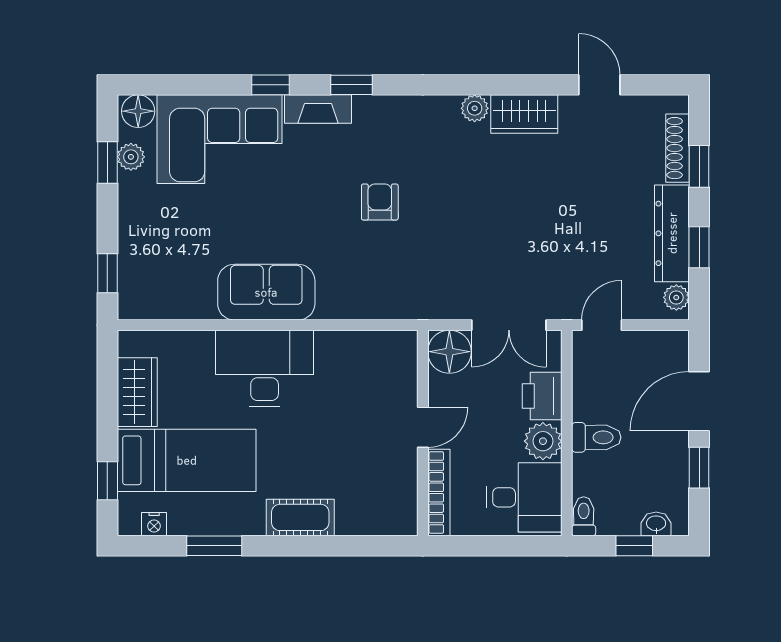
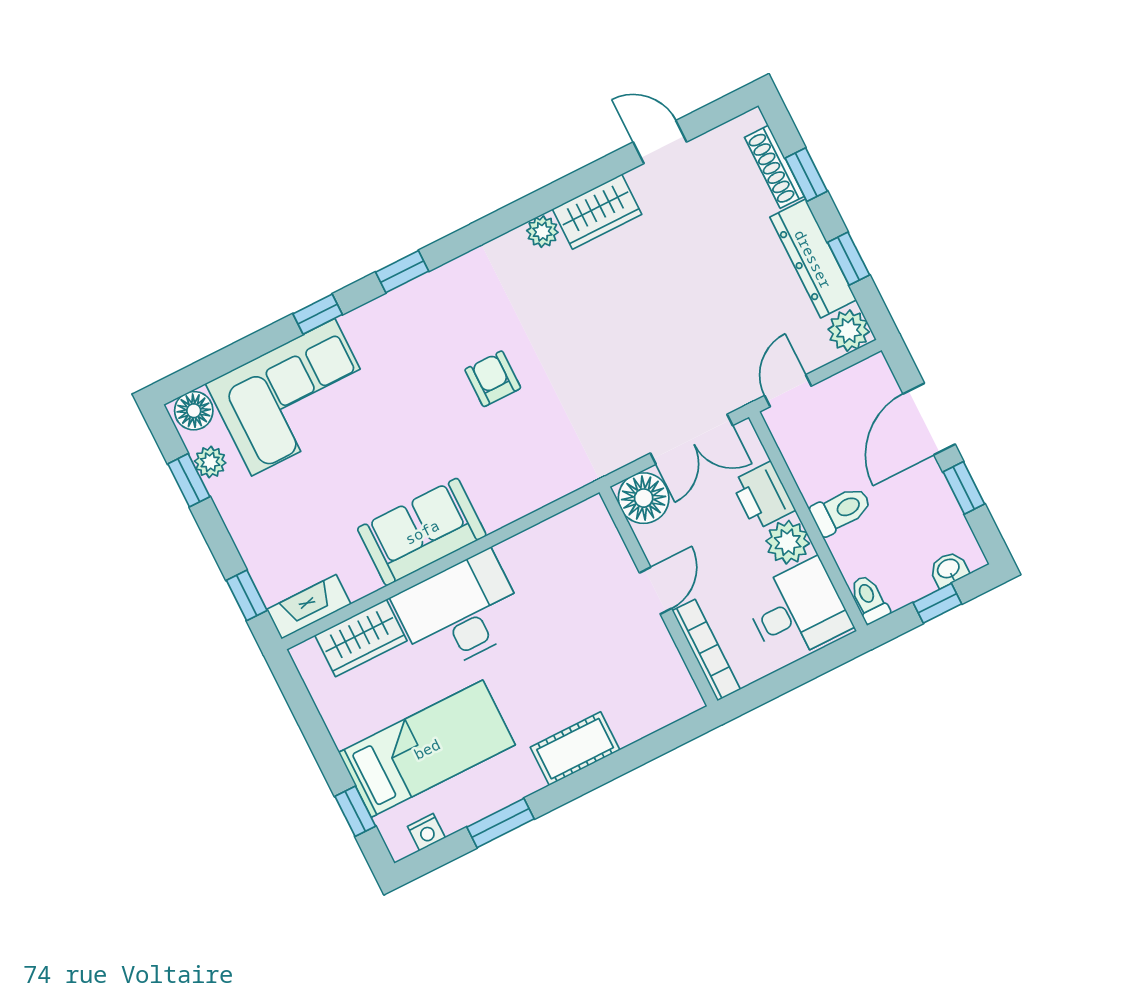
fireplace: (318, 109) -> (309, 607), moved, turned 180
plant: (676, 297) -> (849, 331), width x1.38, depth x1.38
wardrobe: (137, 392) -> (361, 638), moved, turned 90

